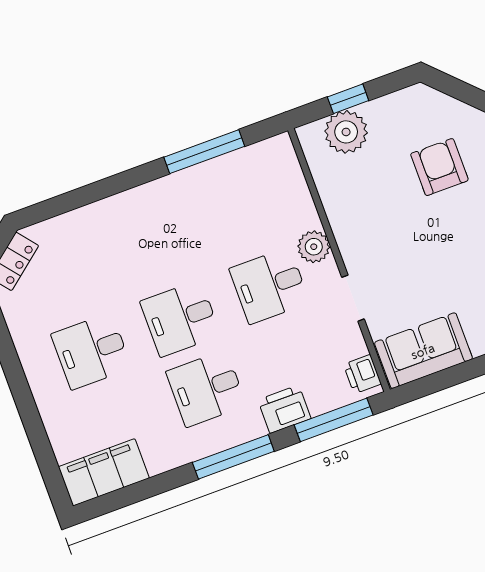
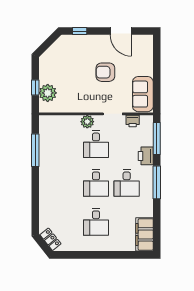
armchair: (439, 167) -> (105, 72), moved
printer: (362, 374) -> (133, 121), moved

